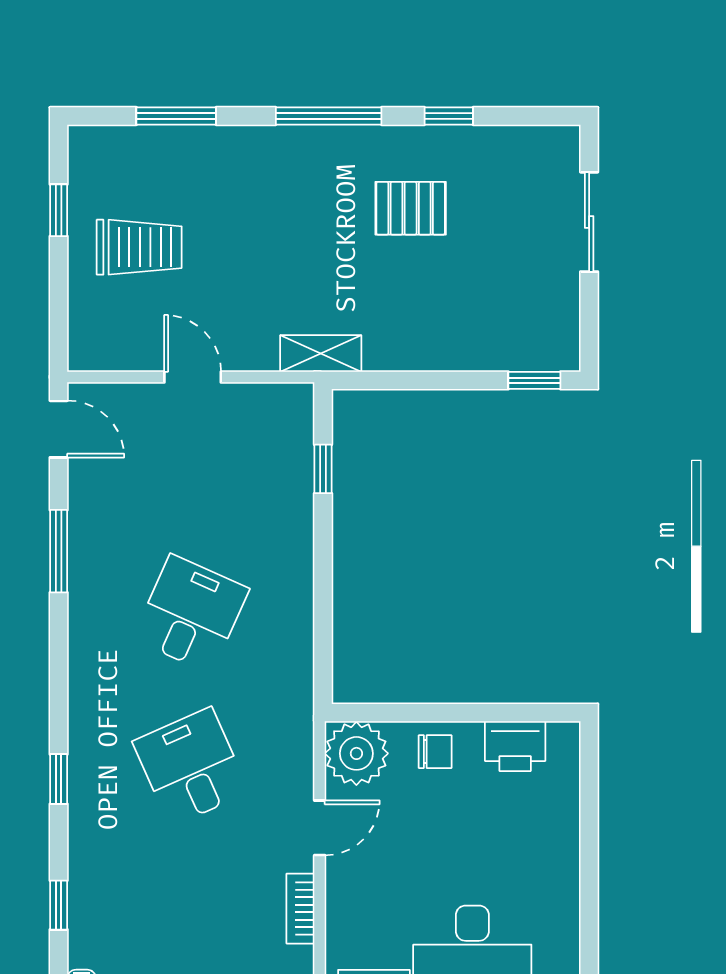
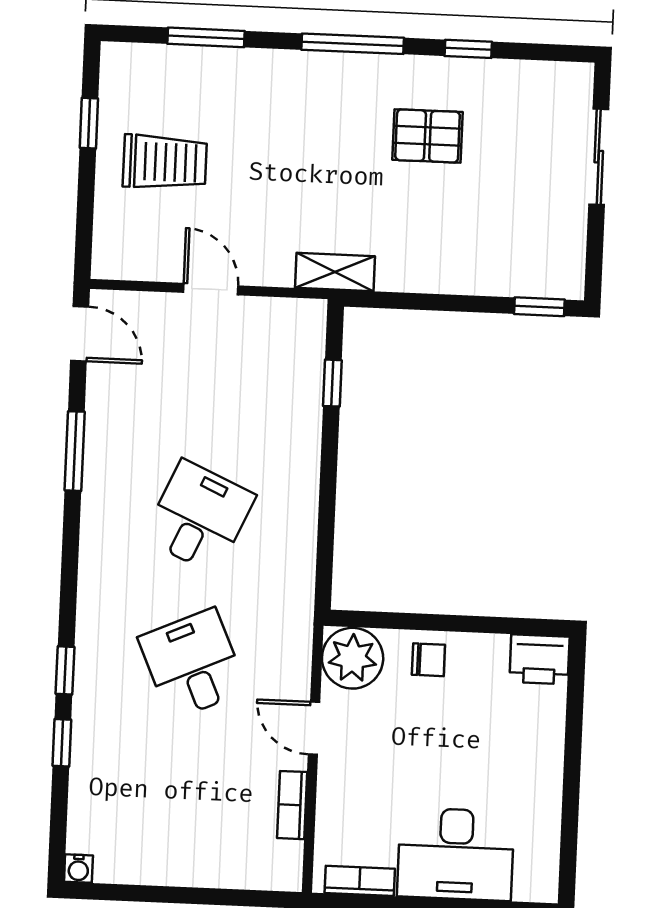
printer: (515, 746) -> (539, 659), moved
door: (320, 828) -> (314, 728), swing flipped
window: (59, 905) -> (62, 743), moved

